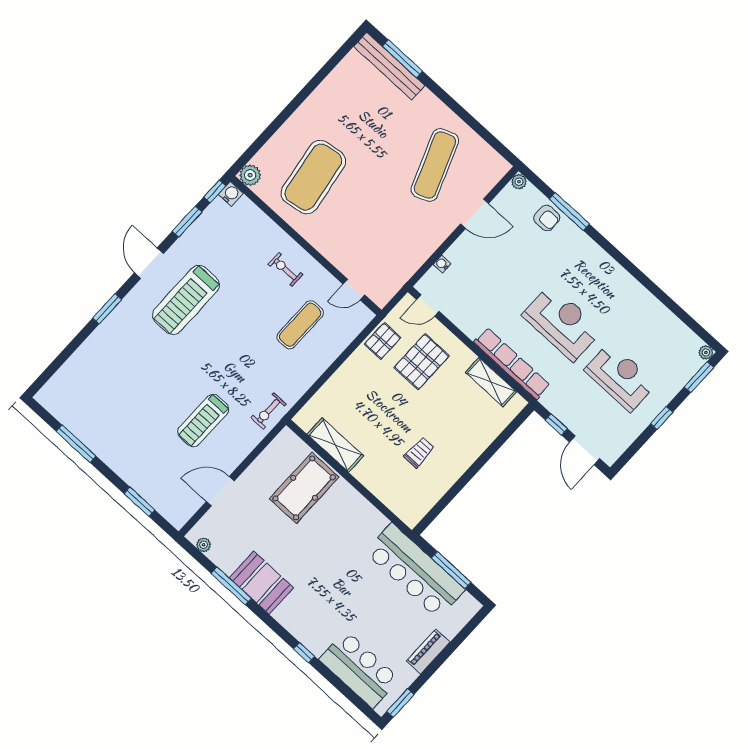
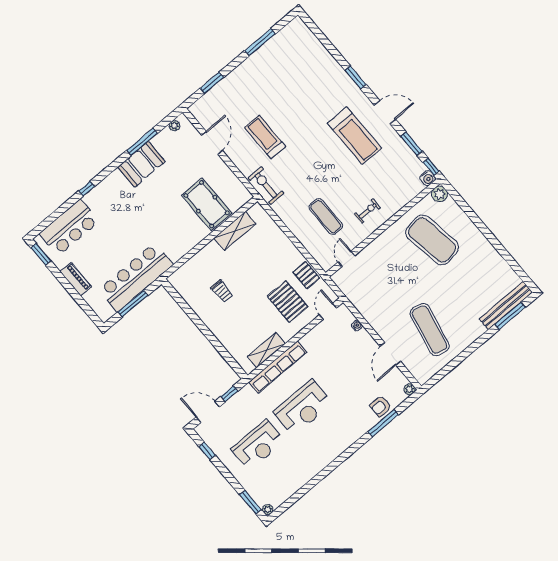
exercise mat: (435, 165) -> (430, 330), turned 33
treadmill: (186, 300) -> (354, 136), turned 180
exercise bike: (268, 411) -> (266, 185), width x1.38, depth x1.39
window: (662, 418) -> (207, 451), moved

